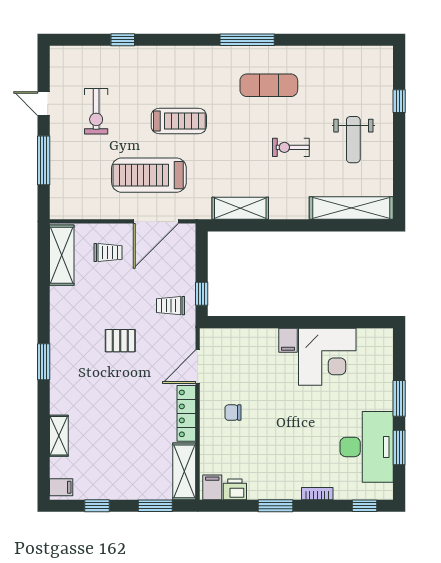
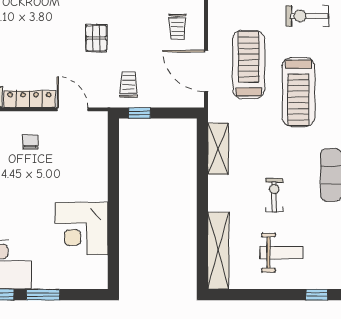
treadmill: (179, 121) -> (298, 92), width x1.37, depth x1.38
weight bench: (353, 140) -> (281, 253), turned 180
filing cabinet: (288, 340) -> (97, 192), removed

